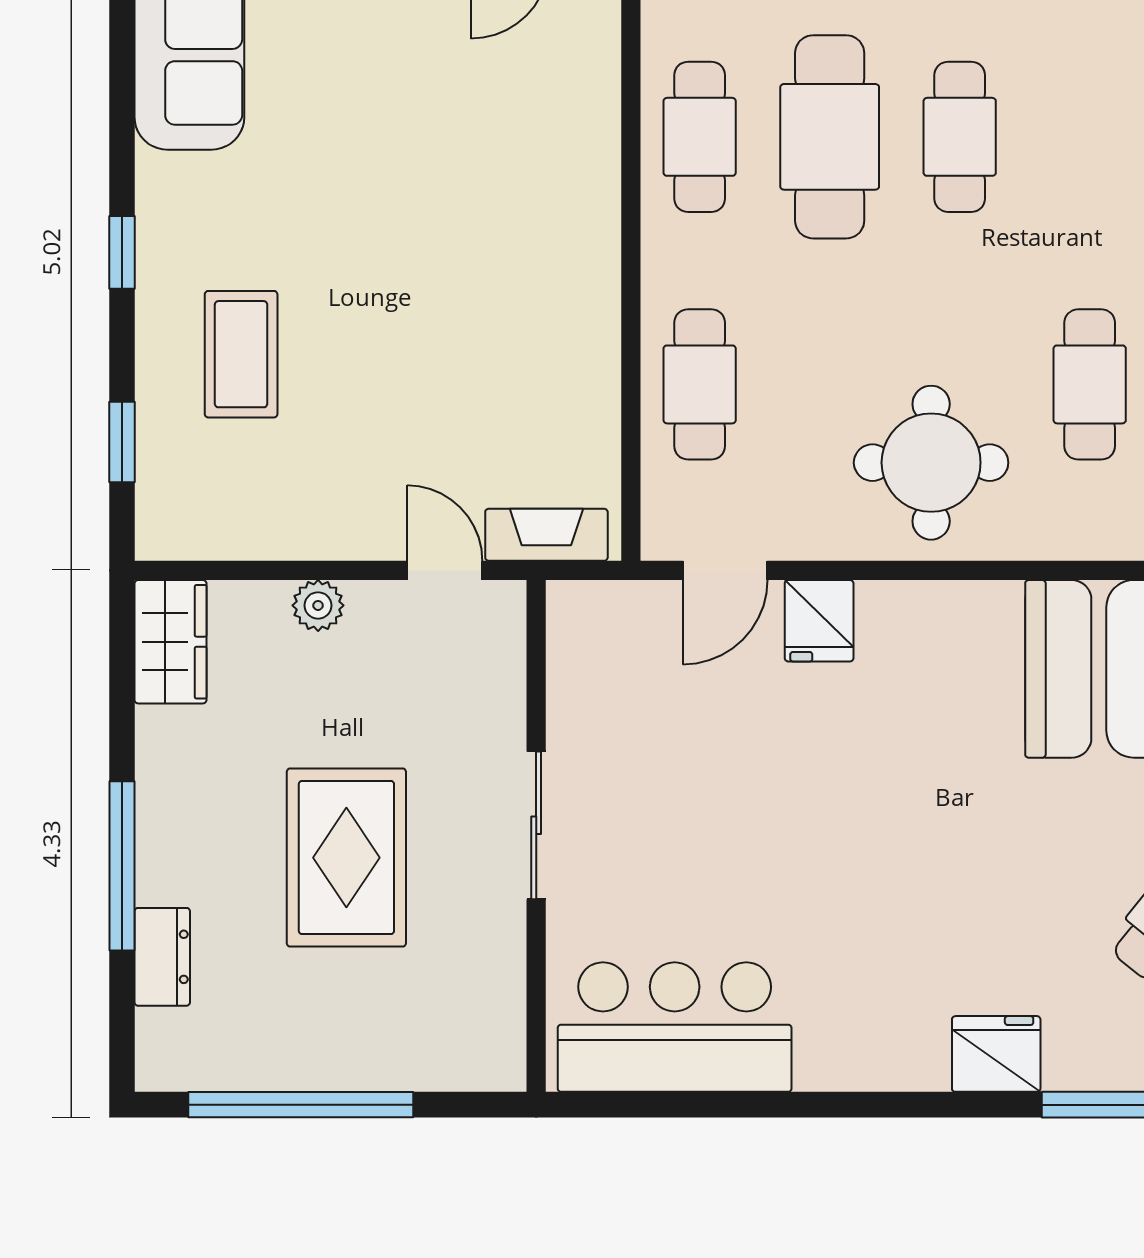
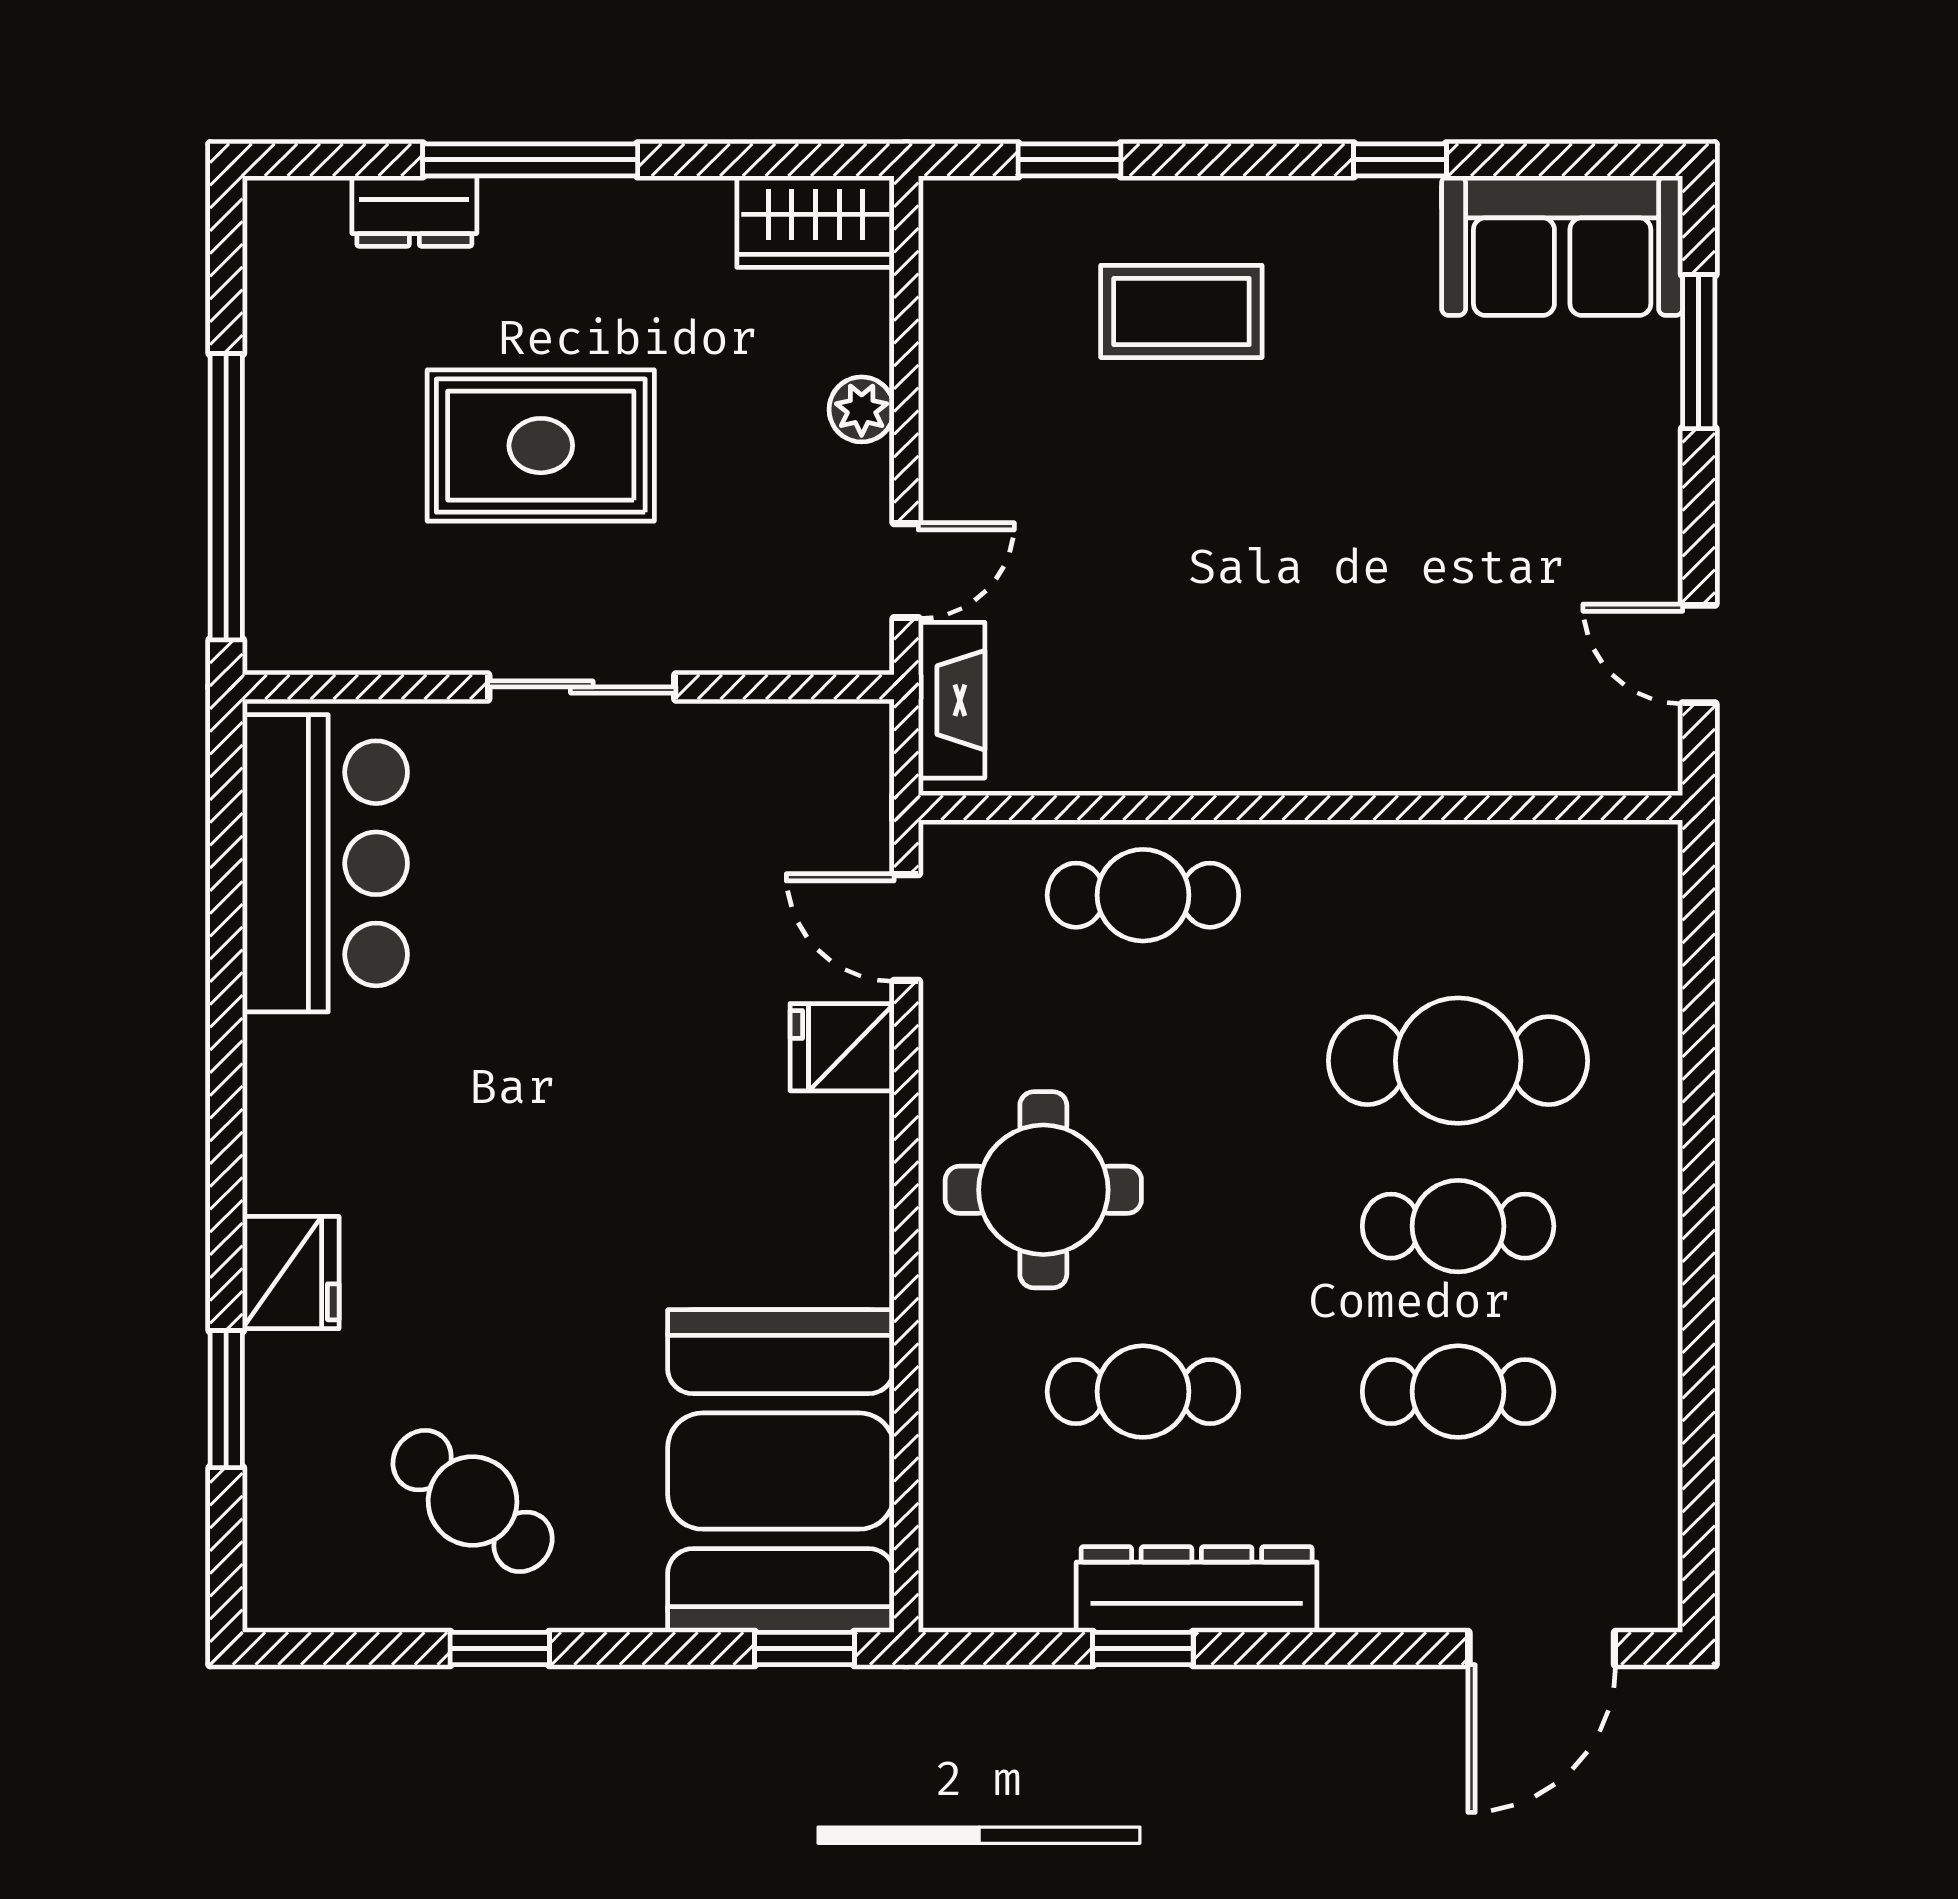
cafe table: (700, 137) -> (1458, 1392), moved
window: (122, 252) -> (1400, 160), moved
window: (301, 1105) -> (226, 497), moved

